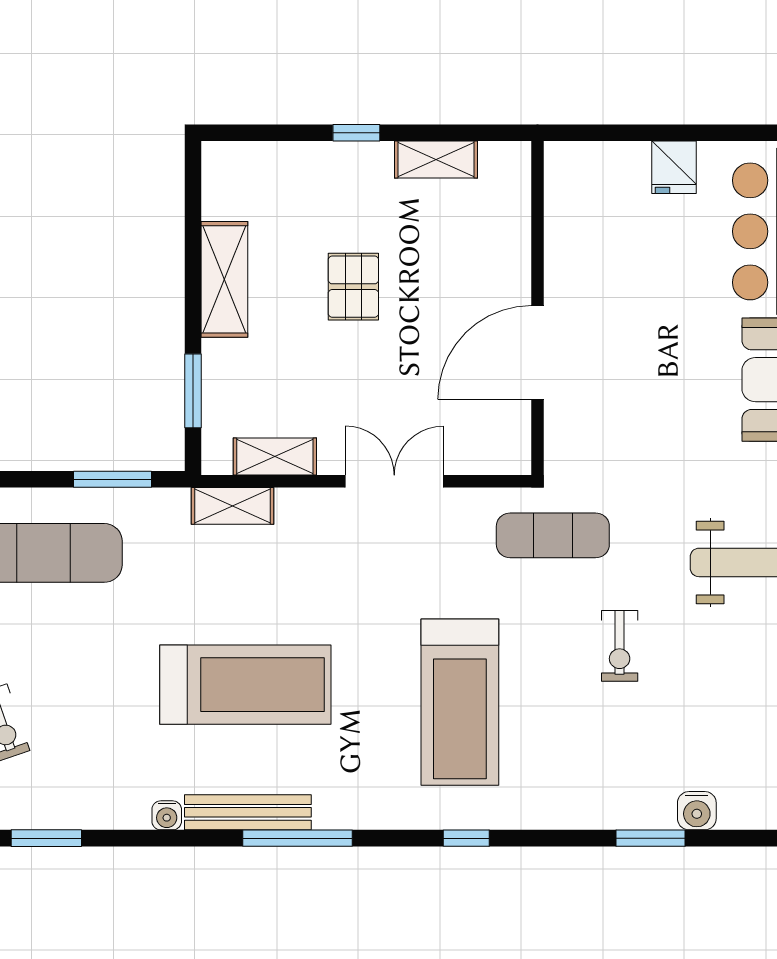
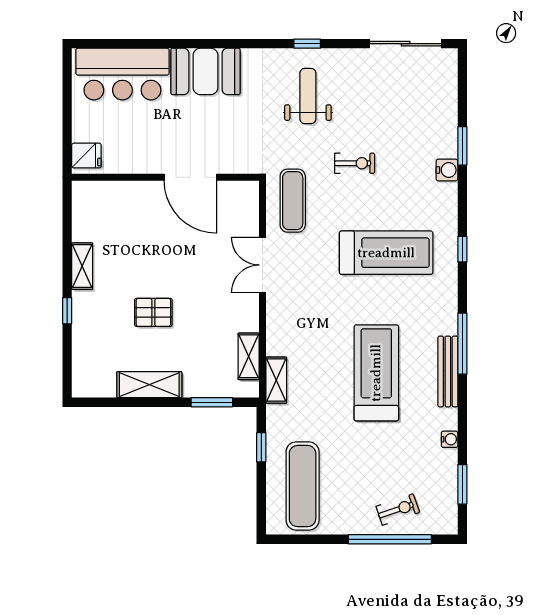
fridge: (674, 167) -> (86, 156), moved
wall: (537, 308) -> (165, 177), moved
door: (537, 353) -> (190, 177), moved
window: (113, 479) -> (261, 447), width x0.67
double door: (394, 481) -> (262, 265), moved
water cooler: (697, 811) -> (447, 170), moved
water cooler: (167, 815) -> (450, 439), moved

